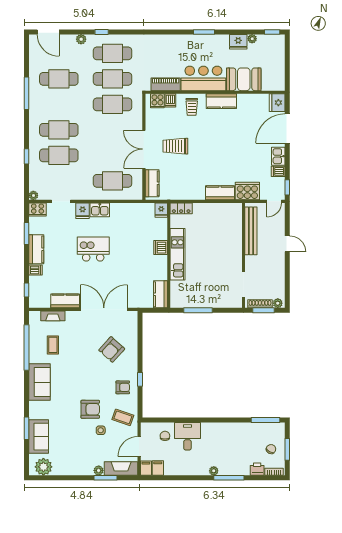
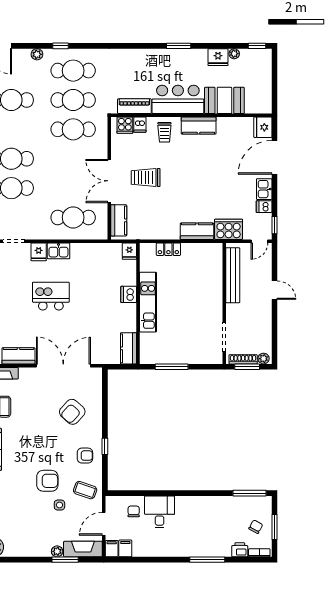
locker: (181, 208) -> (168, 249), moved
plant: (214, 471) -> (190, 552), removed

